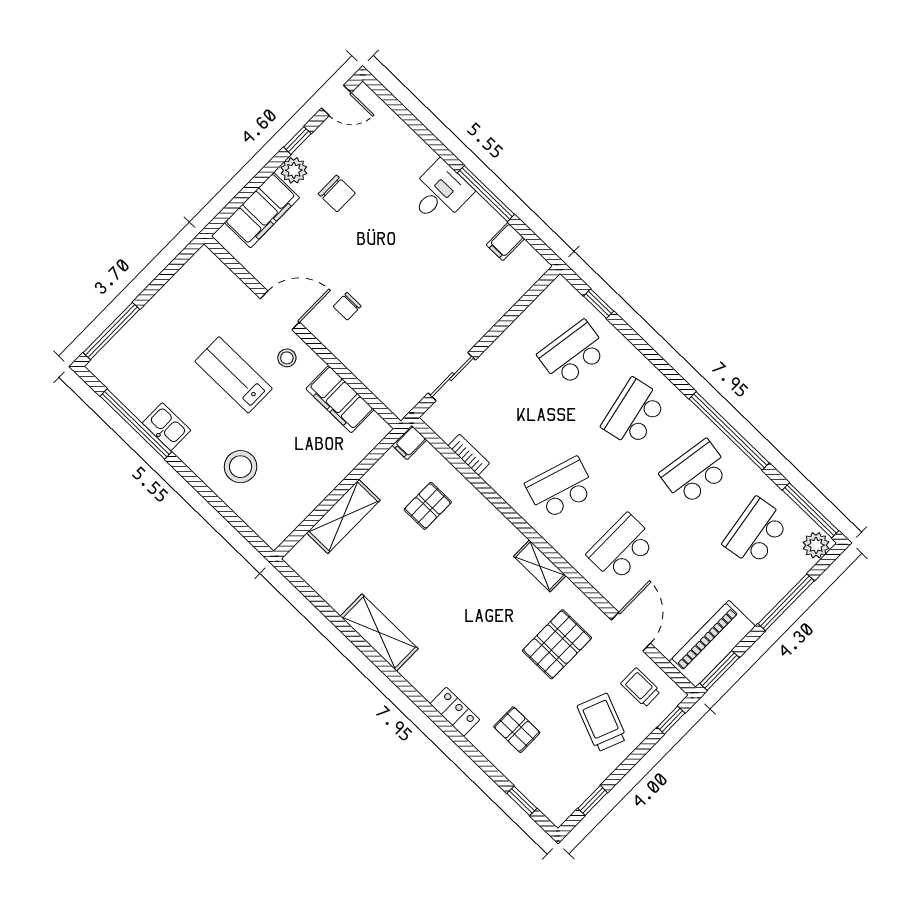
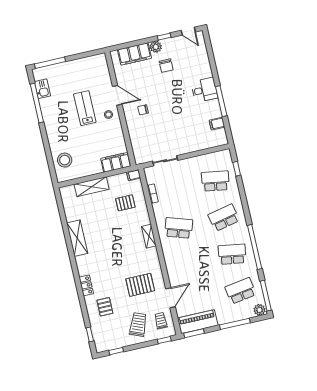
filing cabinet: (340, 399) -> (116, 162), moved, turned 90
kitchen sink: (167, 427) -> (42, 89), moved
stool: (241, 467) -> (65, 160), moved
school desk: (622, 548) -> (187, 265), removed
shelving: (540, 566) -> (149, 236), moved

